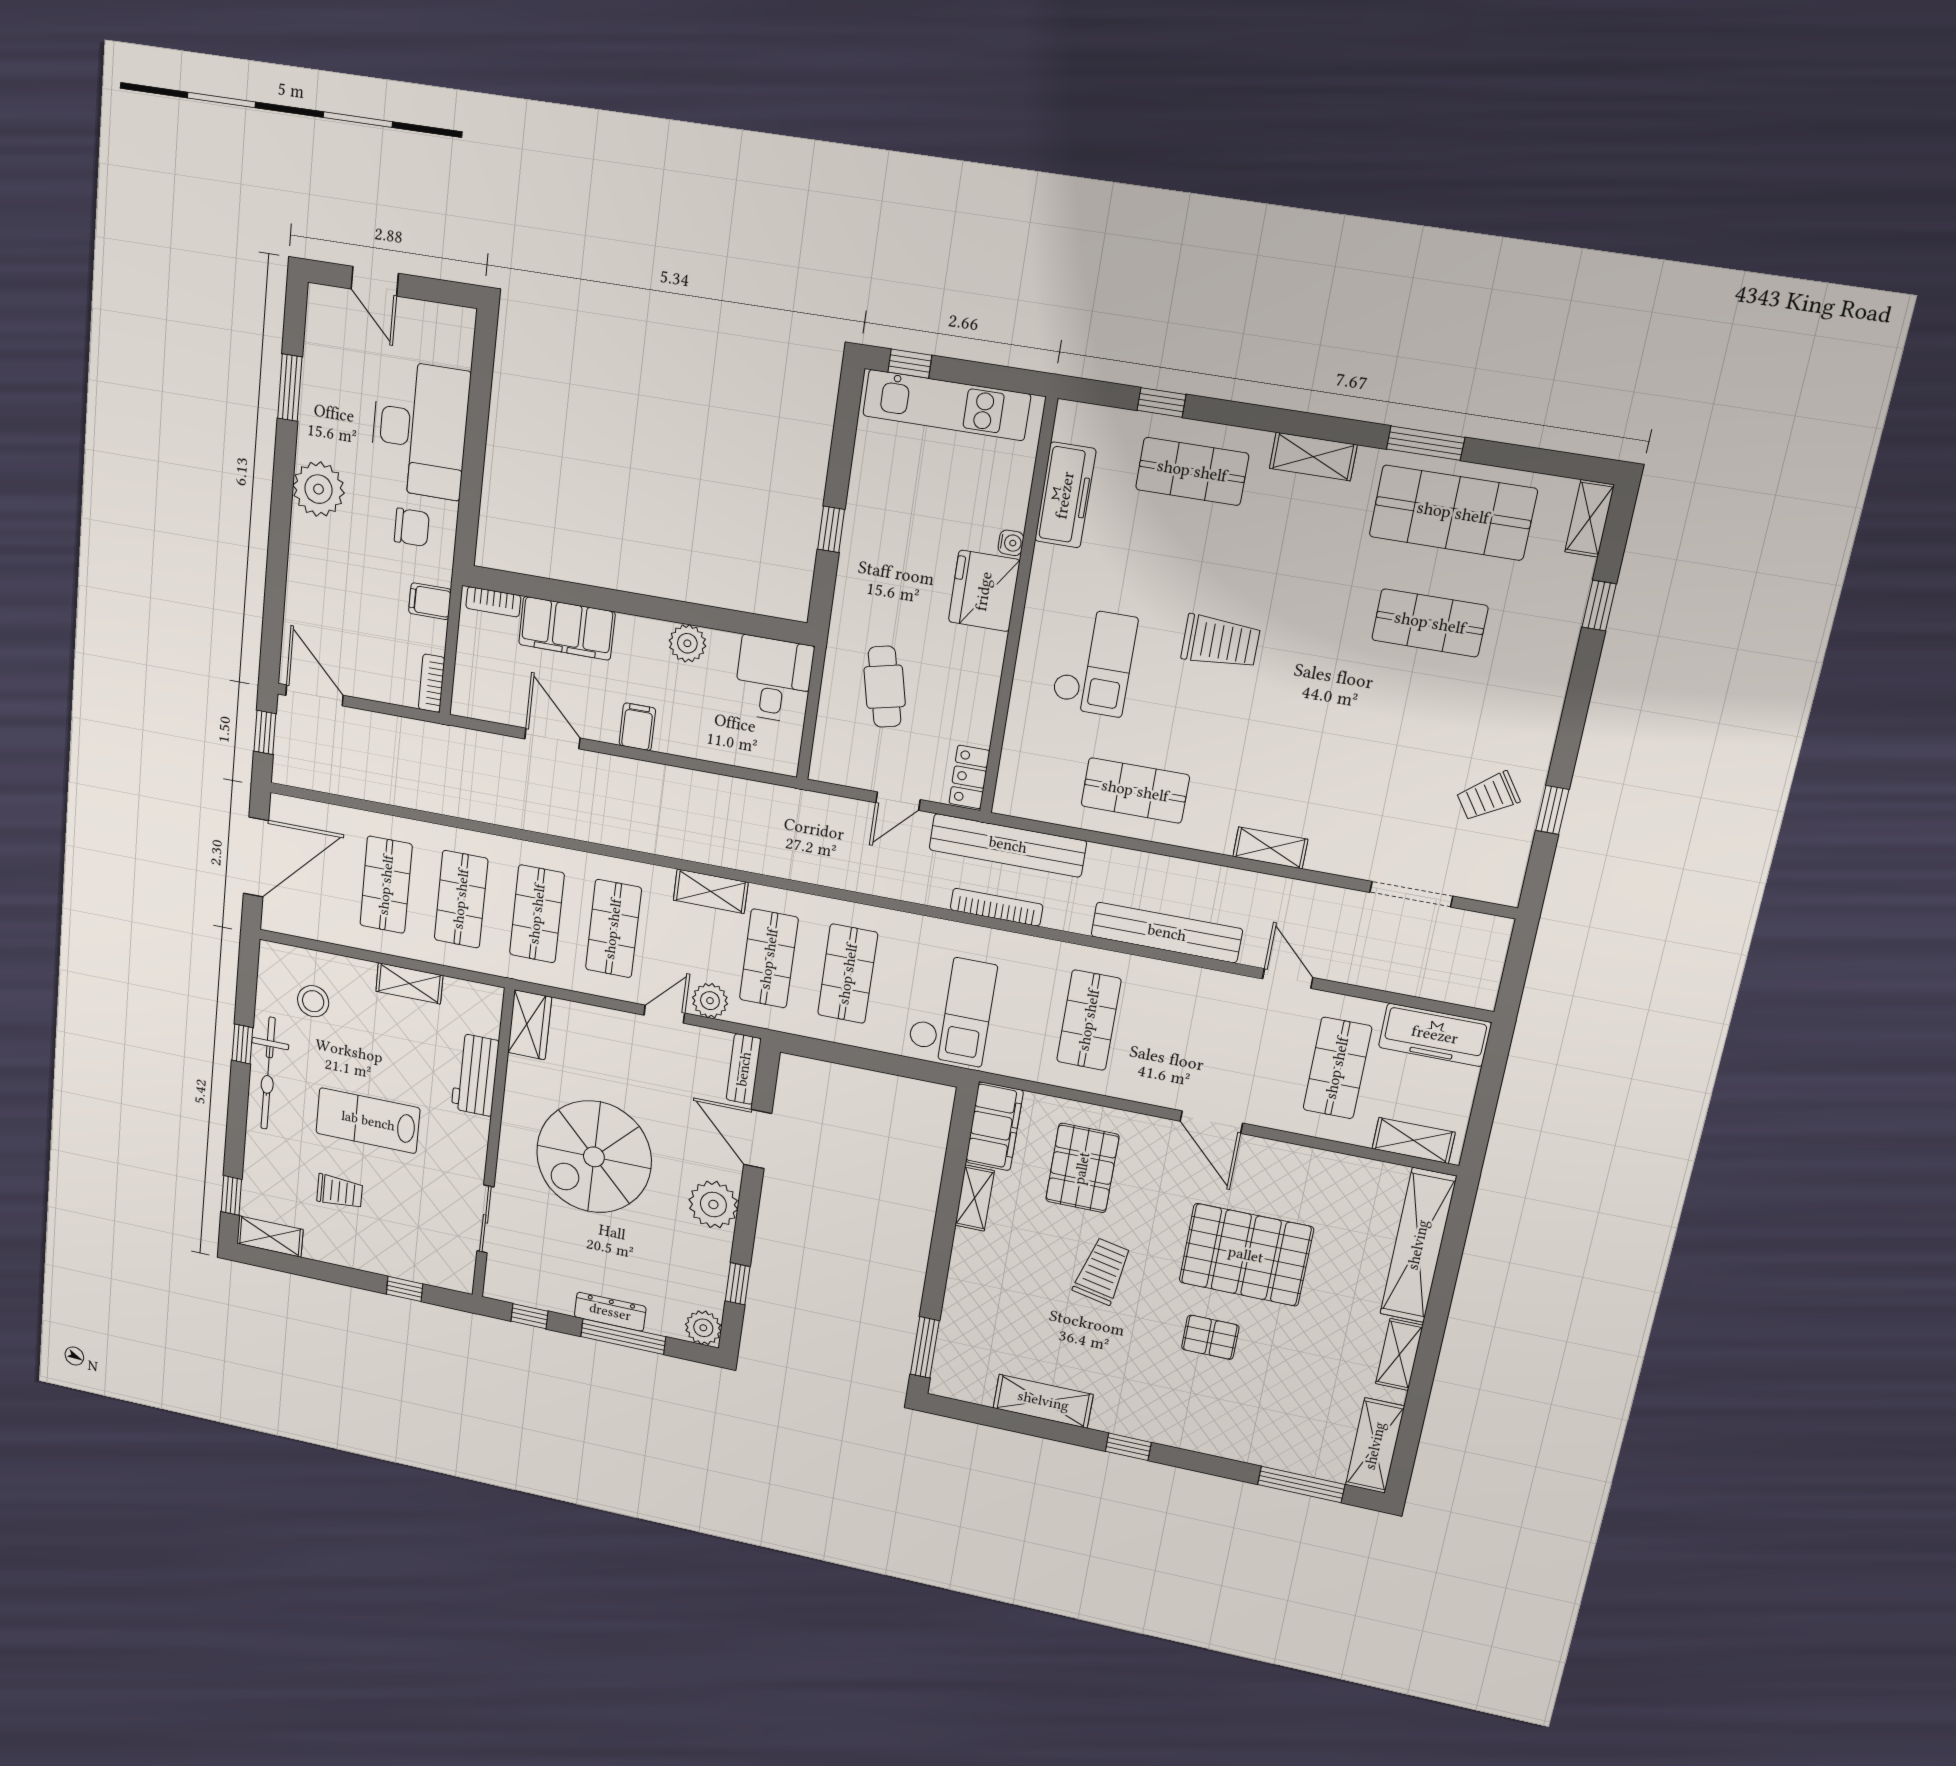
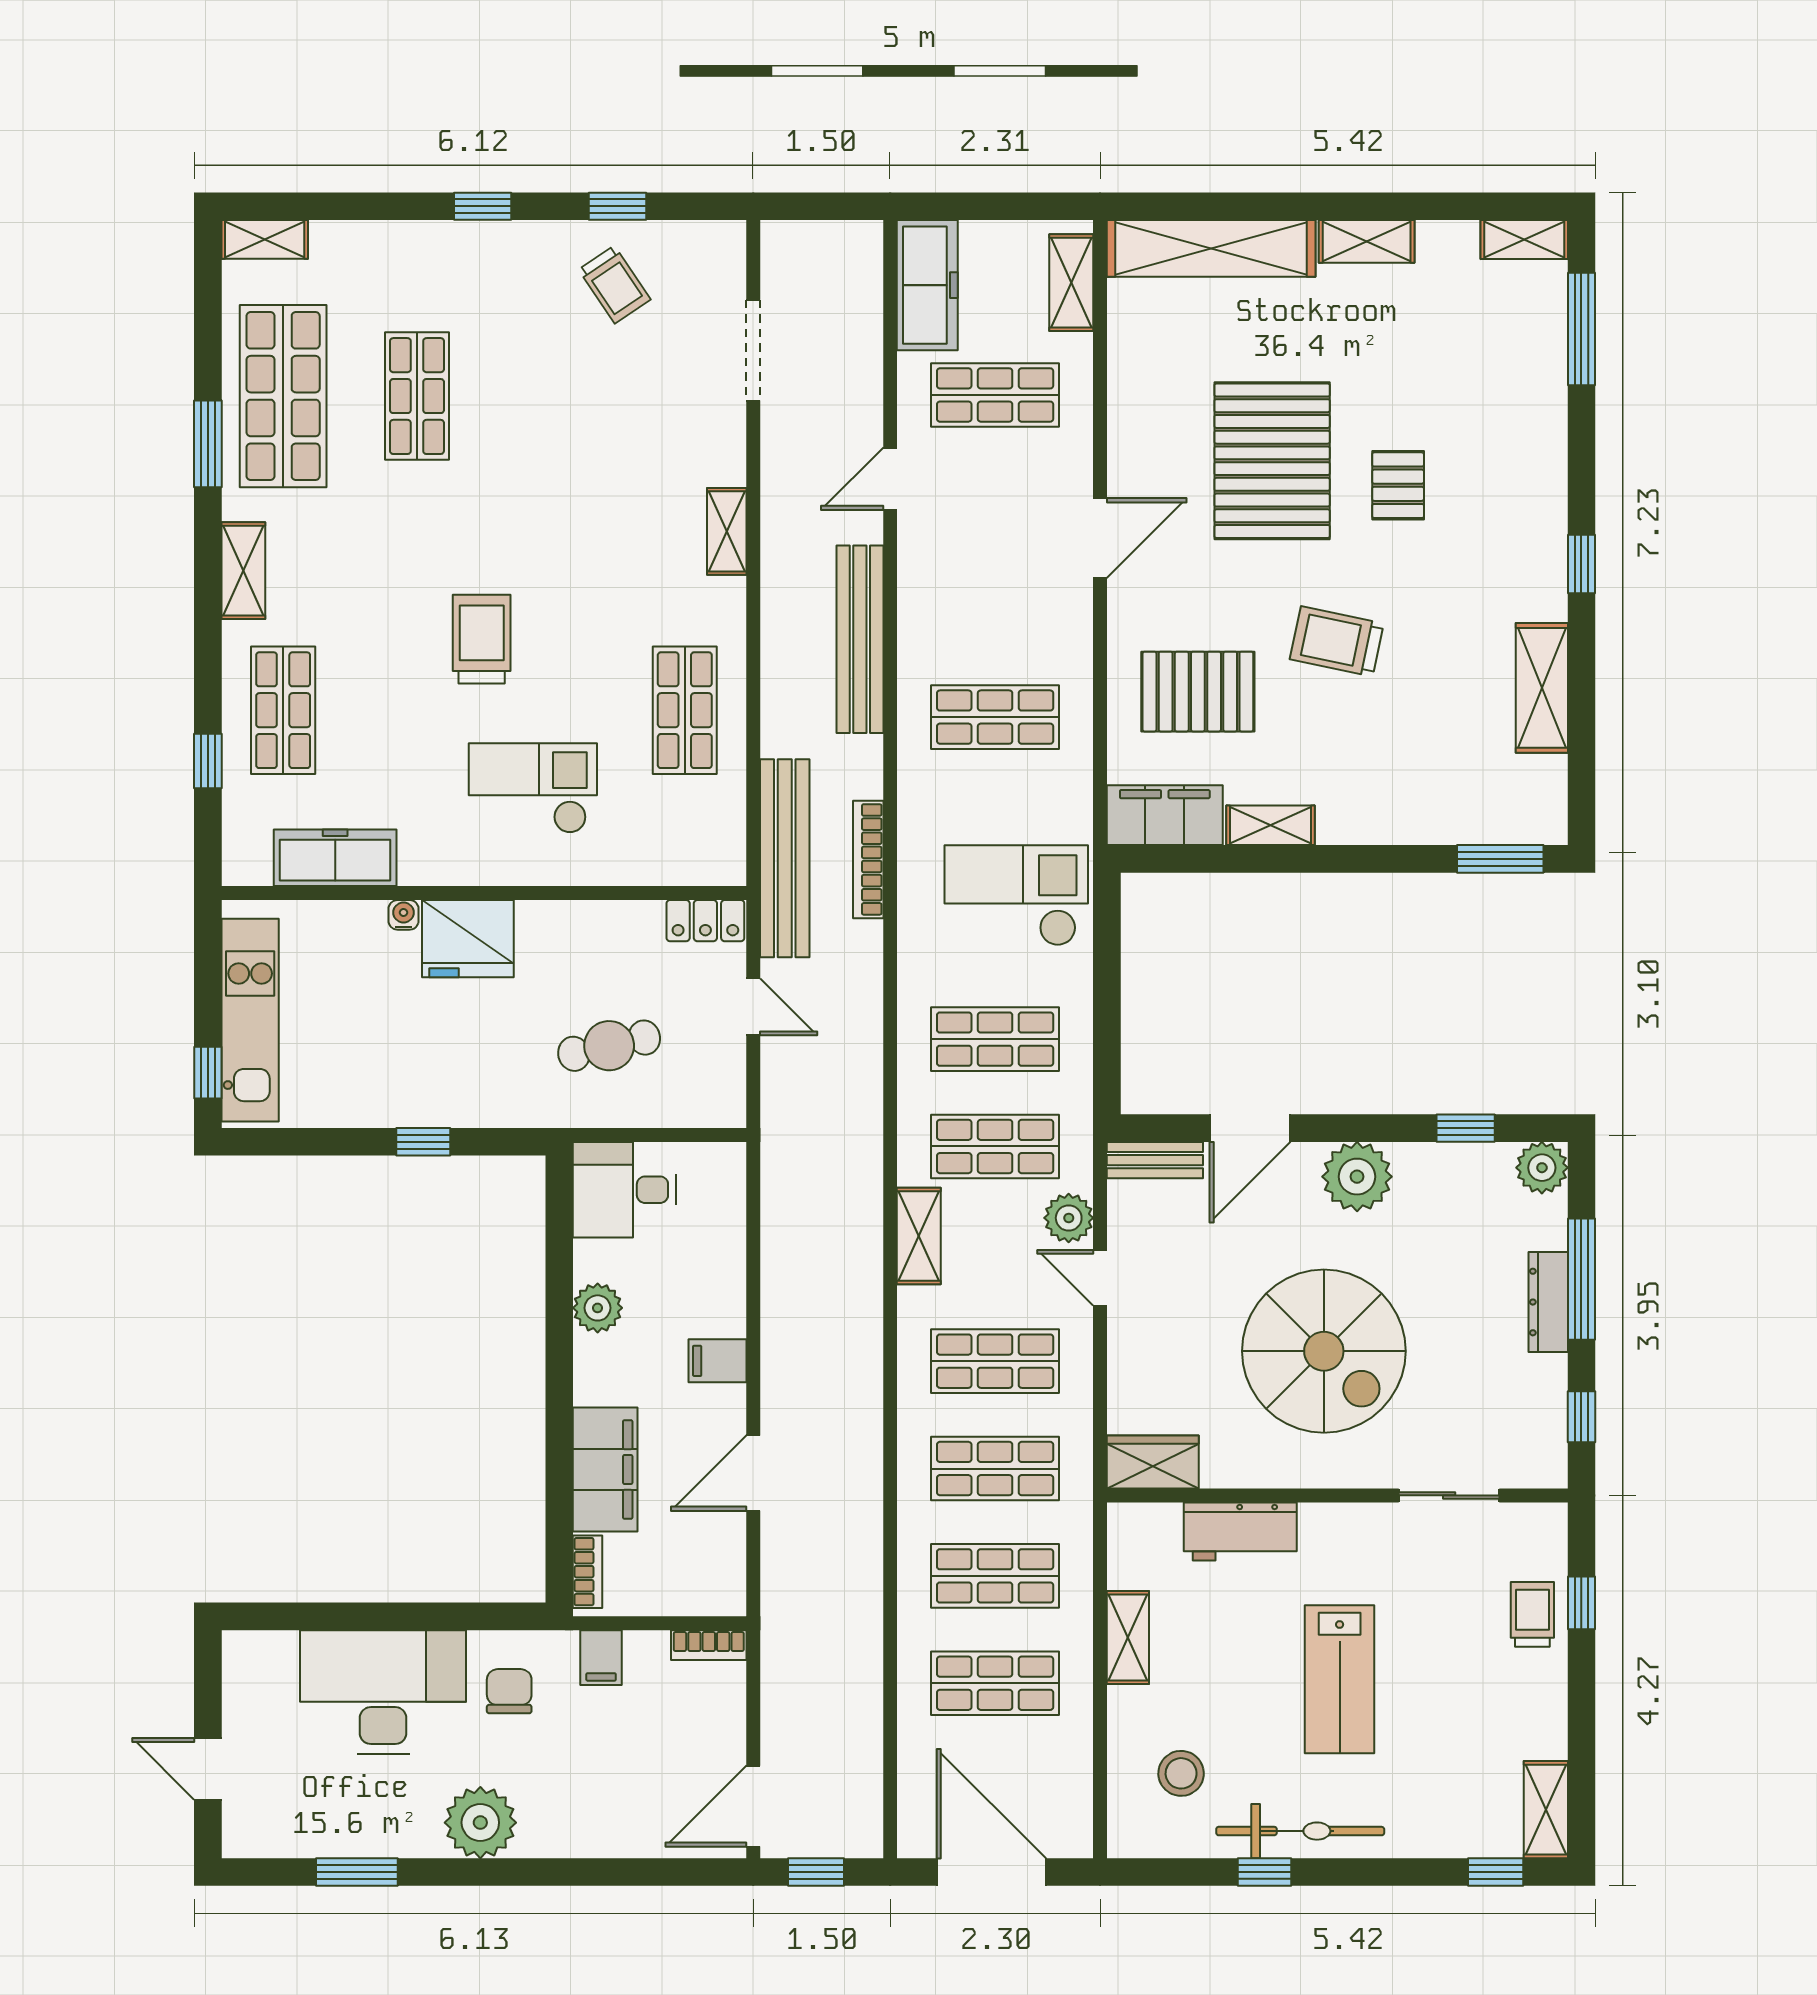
door: (375, 281) -> (208, 1769), swing flipped
window: (1599, 606) -> (483, 206), moved
trolley: (340, 1192) -> (1532, 1614), moved
shelving: (1375, 1446) -> (1524, 240), width x0.67, depth x0.75

